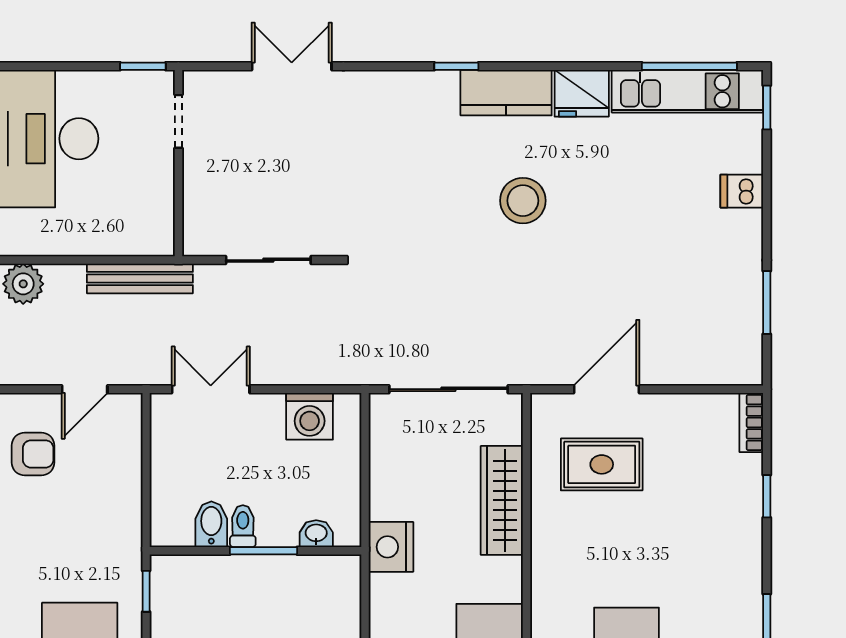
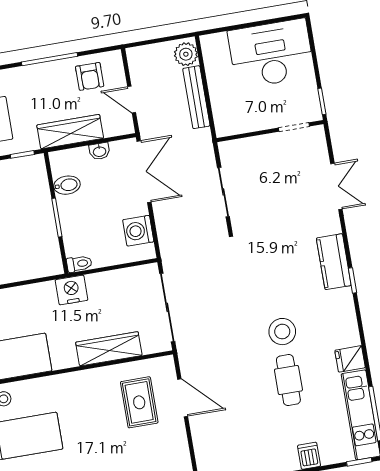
kitchen counter: (506, 93) -> (334, 262), moved
fridge: (582, 93) -> (350, 359), width x0.72
cafe table: (607, 204) -> (288, 380), added
bench: (140, 279) -> (196, 97), moved
double door: (211, 389) -> (144, 172), width x1.37
wardrobe: (121, 503) -> (70, 132), added
toilet: (243, 526) -> (79, 264), moved
washbasin: (316, 534) -> (99, 151), moved, turned 90

